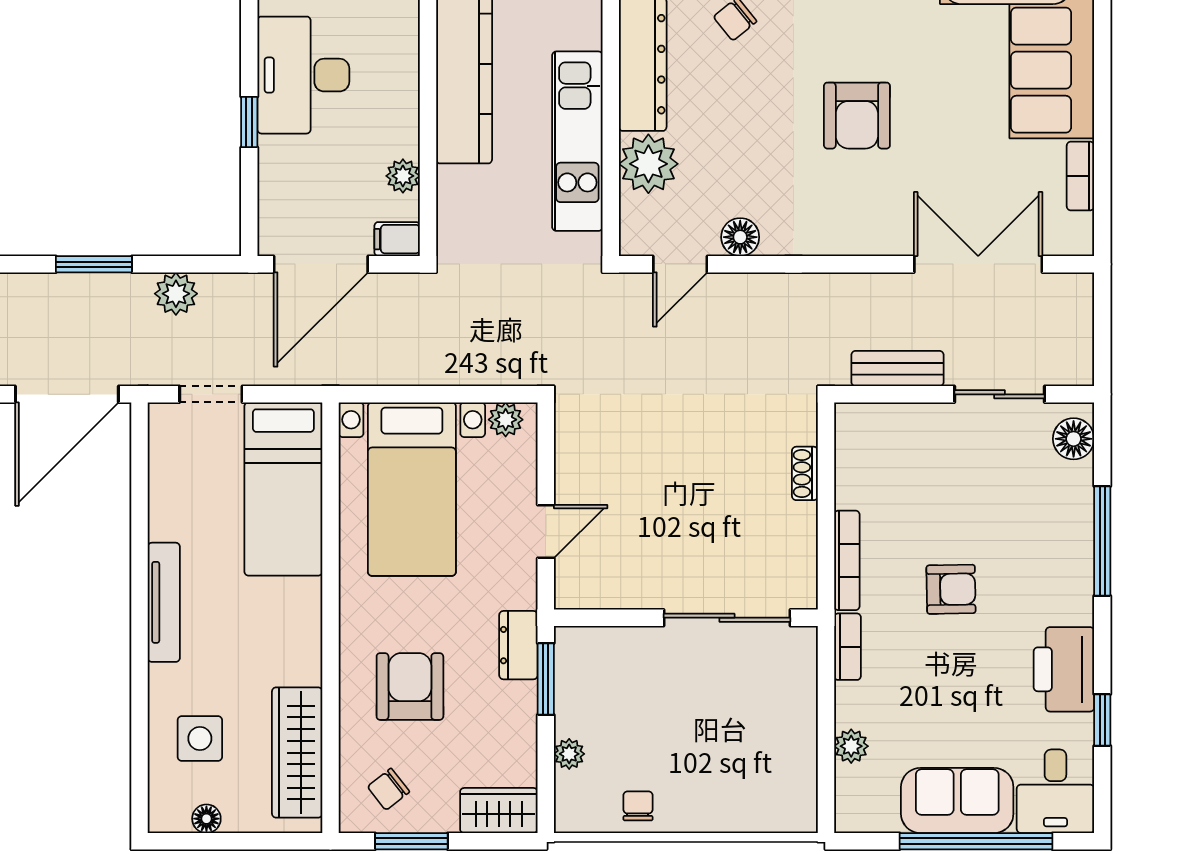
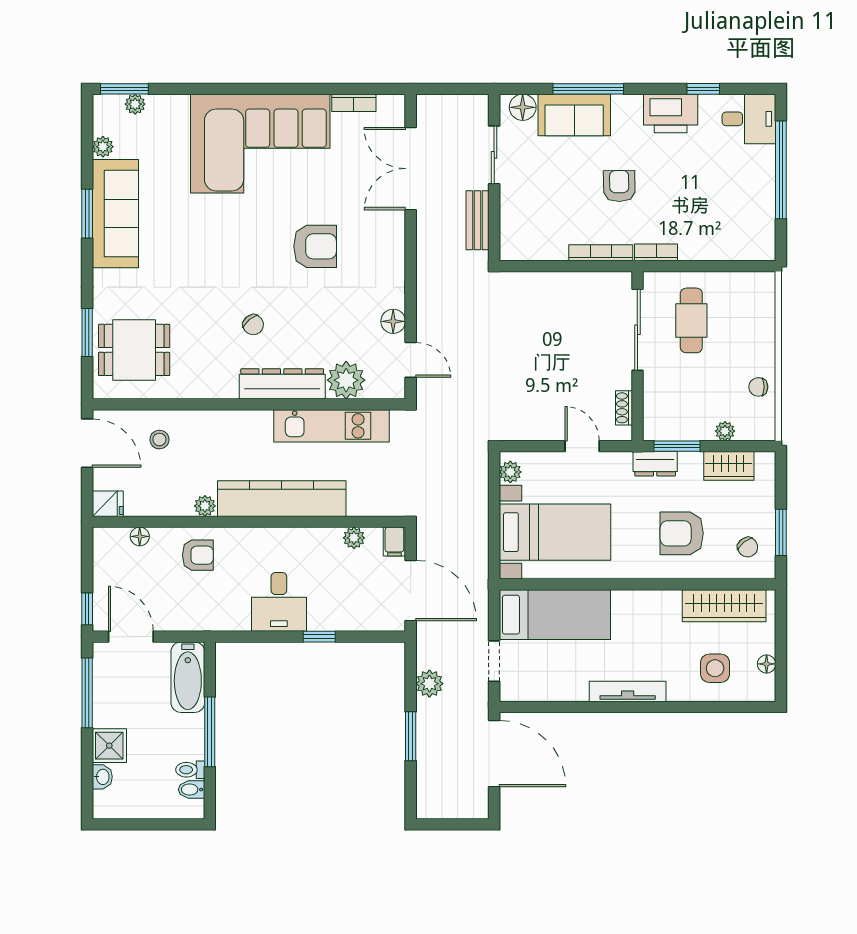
desk: (303, 75) -> (279, 602), width x0.73
shoe rack: (805, 473) -> (624, 408), moved, turned 90
cafe table: (742, 701) -> (691, 320), added
plant: (851, 746) -> (720, 250), removed
sofa: (957, 800) -> (574, 115), moved, turned -90
wardrobe: (499, 811) -> (729, 466), moved, turned -90

